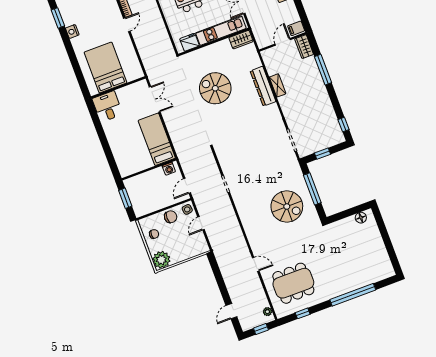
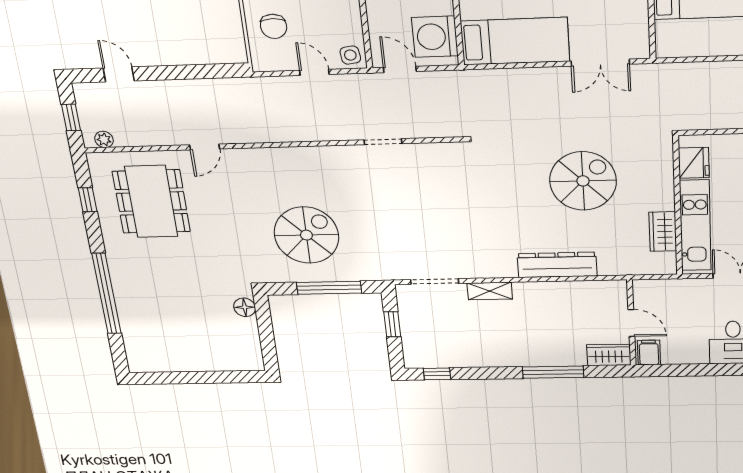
wardrobe: (241, 40) -> (663, 232), moved
shelving: (278, 85) -> (490, 291), moved
washing machine: (169, 169) -> (435, 37), width x1.89, depth x1.89
spiral stairs: (287, 207) -> (306, 235), turned 180
chair: (171, 217) -> (274, 26), moved
floor lamp: (361, 218) -> (245, 307), moved

